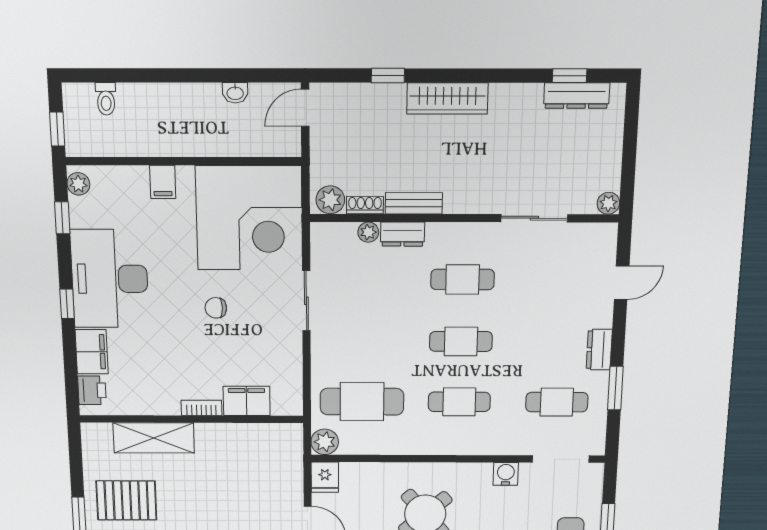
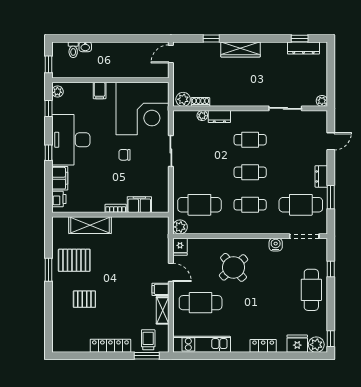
washbasin: (235, 93) -> (85, 47), moved
bench: (414, 203) -> (225, 101), removed
cafe table: (557, 402) -> (301, 205), width x1.37, depth x1.35

